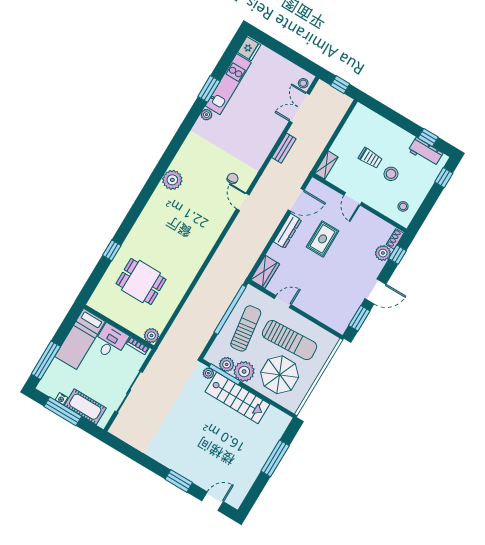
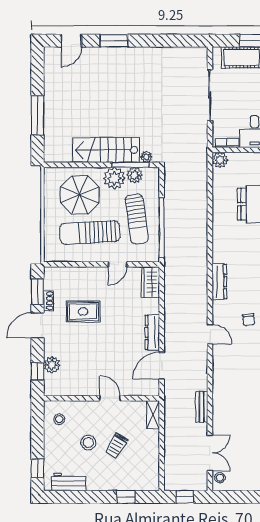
window: (428, 138) -> (126, 497), moved
trolley: (370, 158) -> (116, 446), turned -59
chair: (233, 178) -> (249, 320), moved
dresser: (210, 239) -> (219, 282), added
rug: (323, 239) -> (83, 311), moved, turned 90
shoe rack: (395, 239) -> (48, 301), moved

